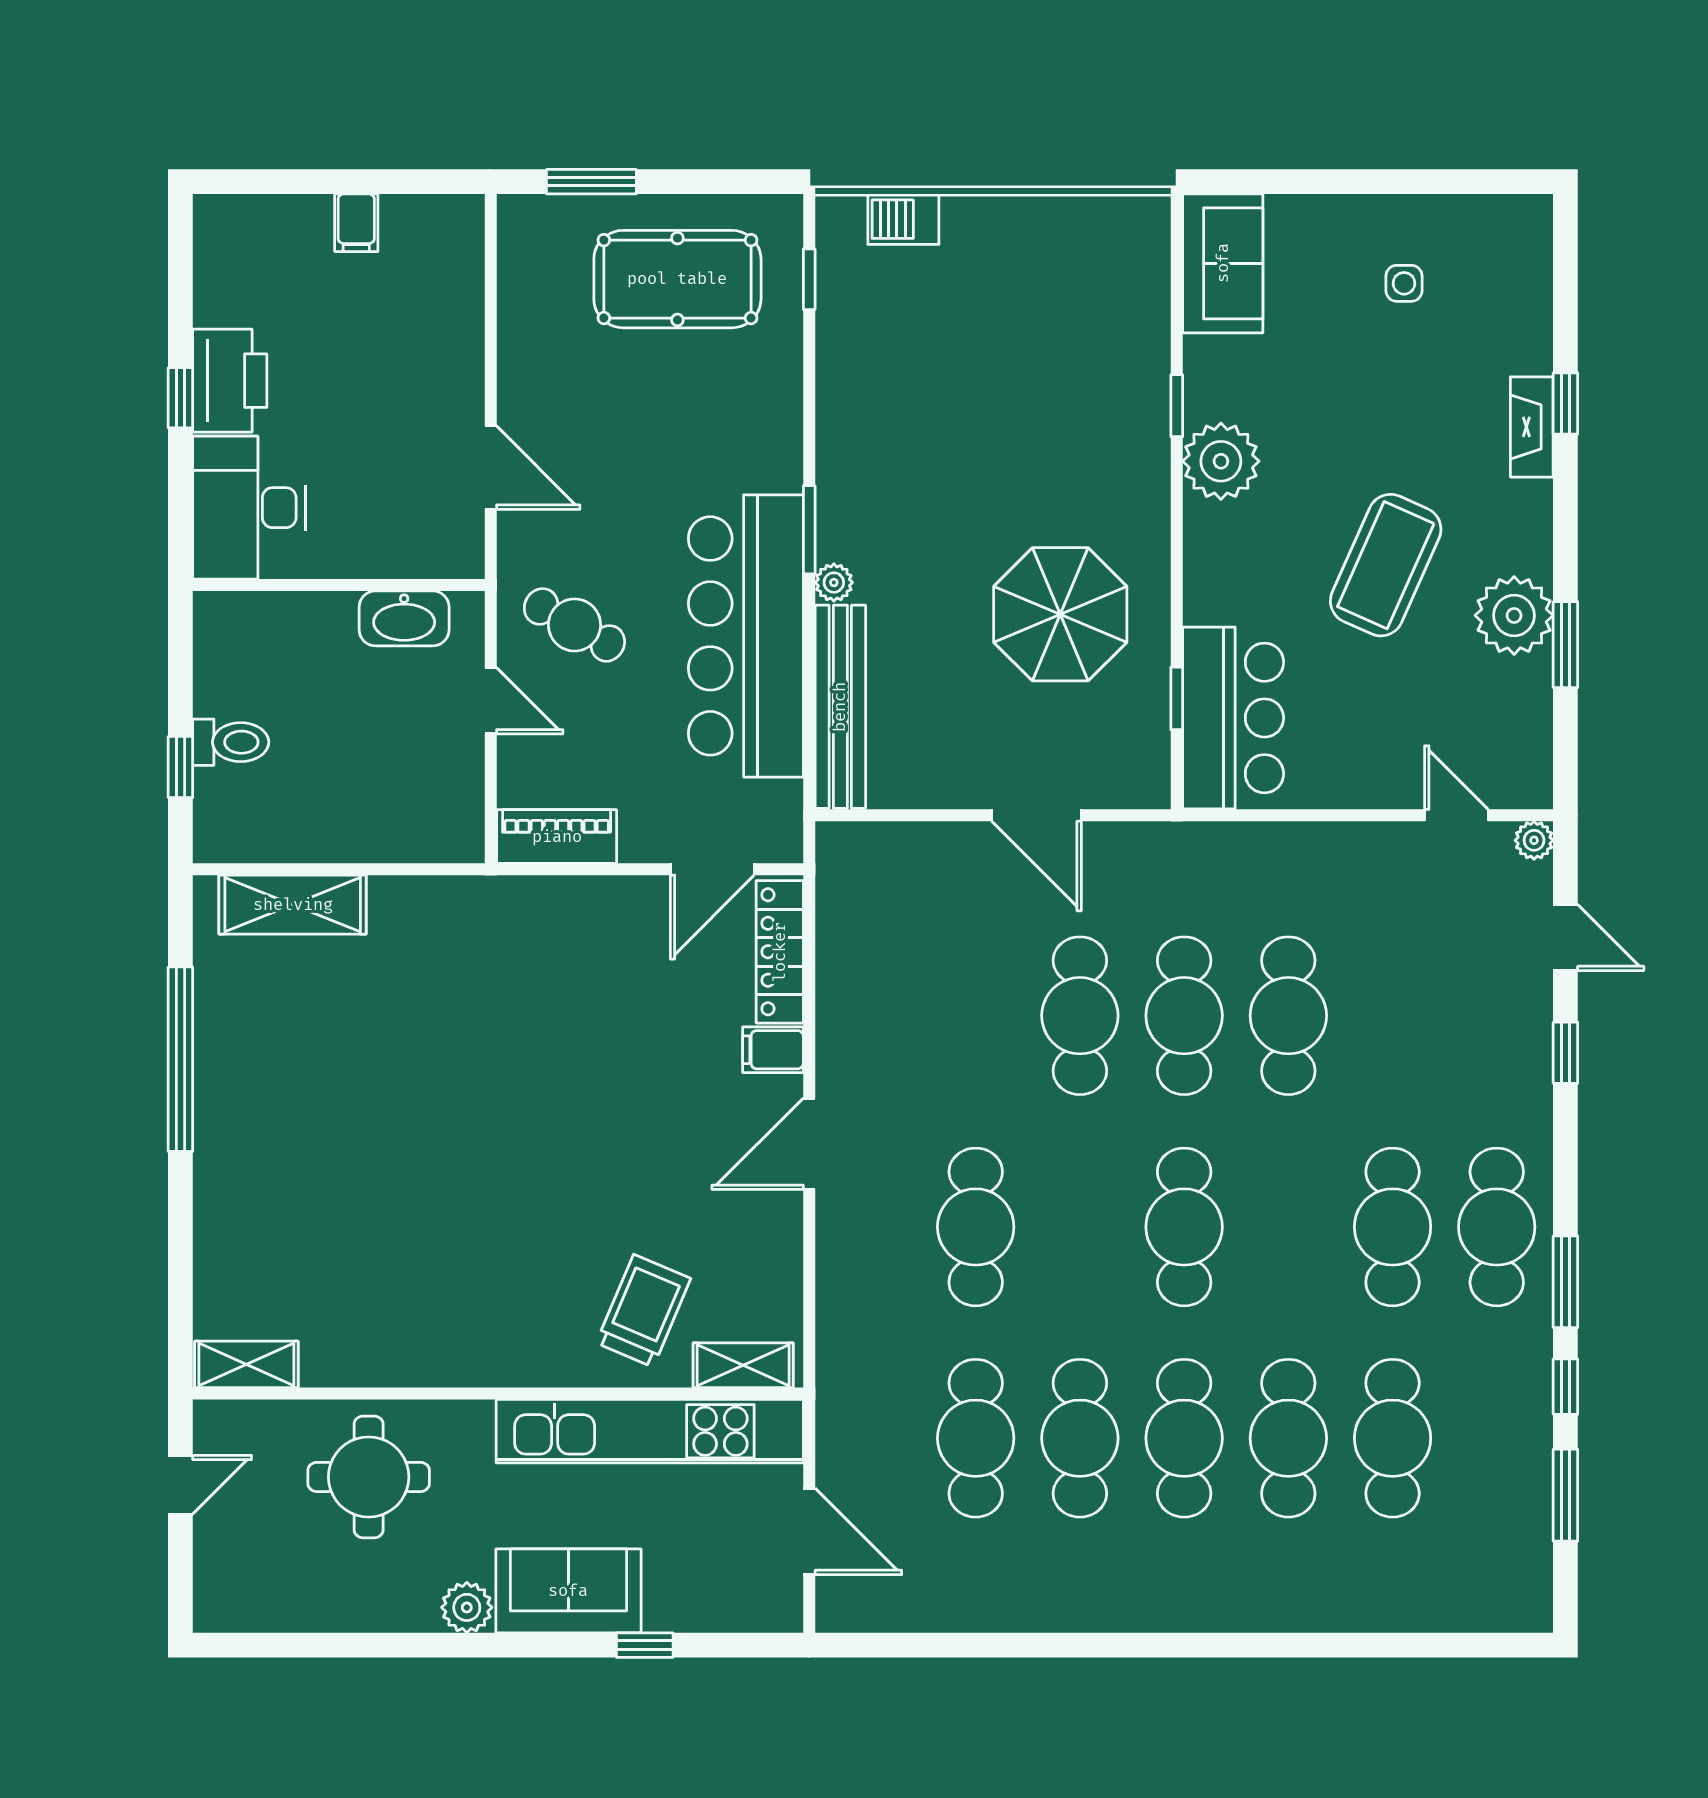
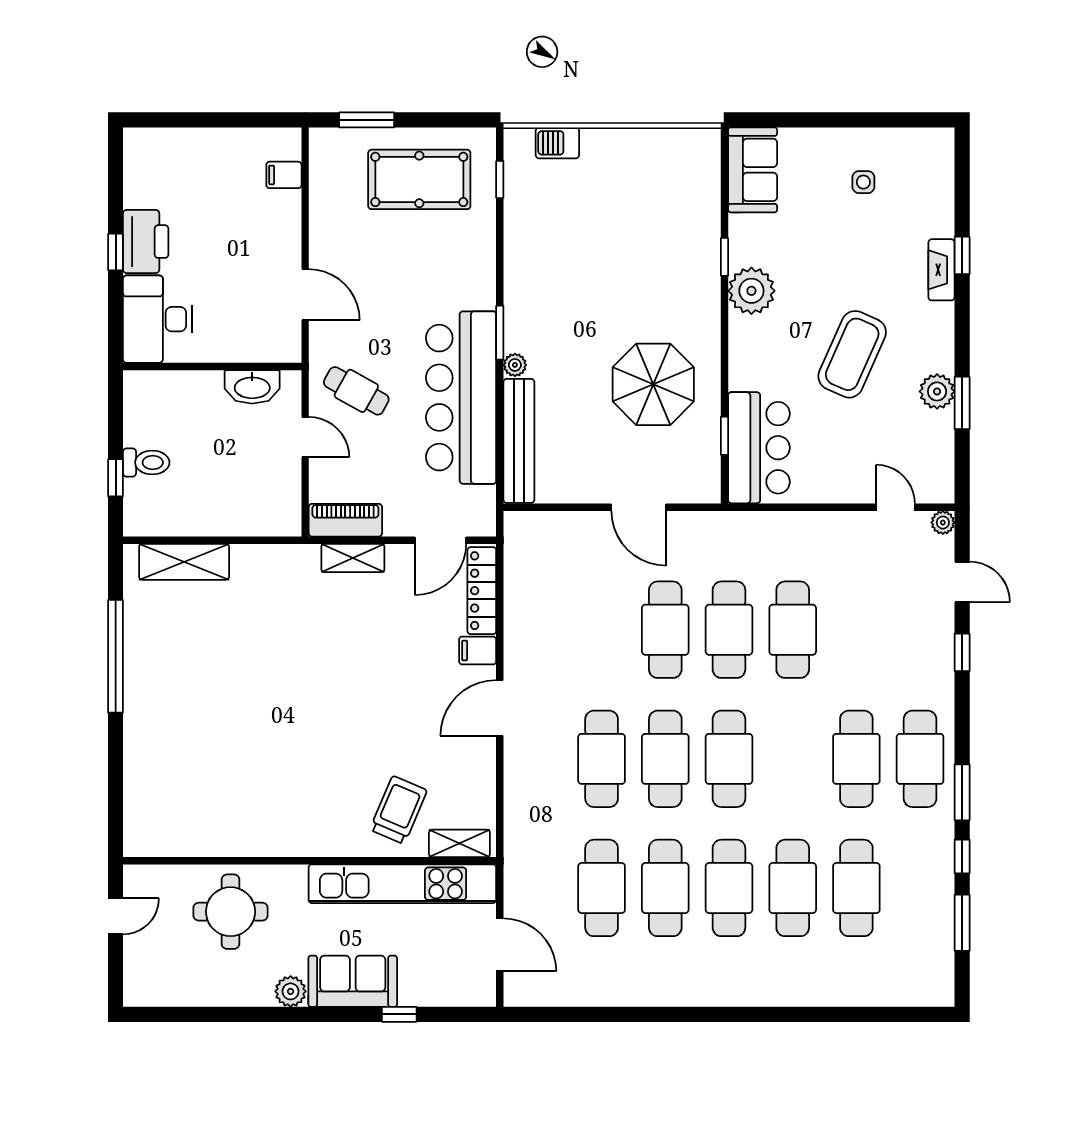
filing cabinet: (356, 223) -> (284, 175), moved, turned 90
plant: (1514, 615) -> (937, 391), width x0.73, depth x0.73
cafe table: (1080, 1227) -> (665, 759), added
shelving: (246, 1364) -> (353, 558), moved

